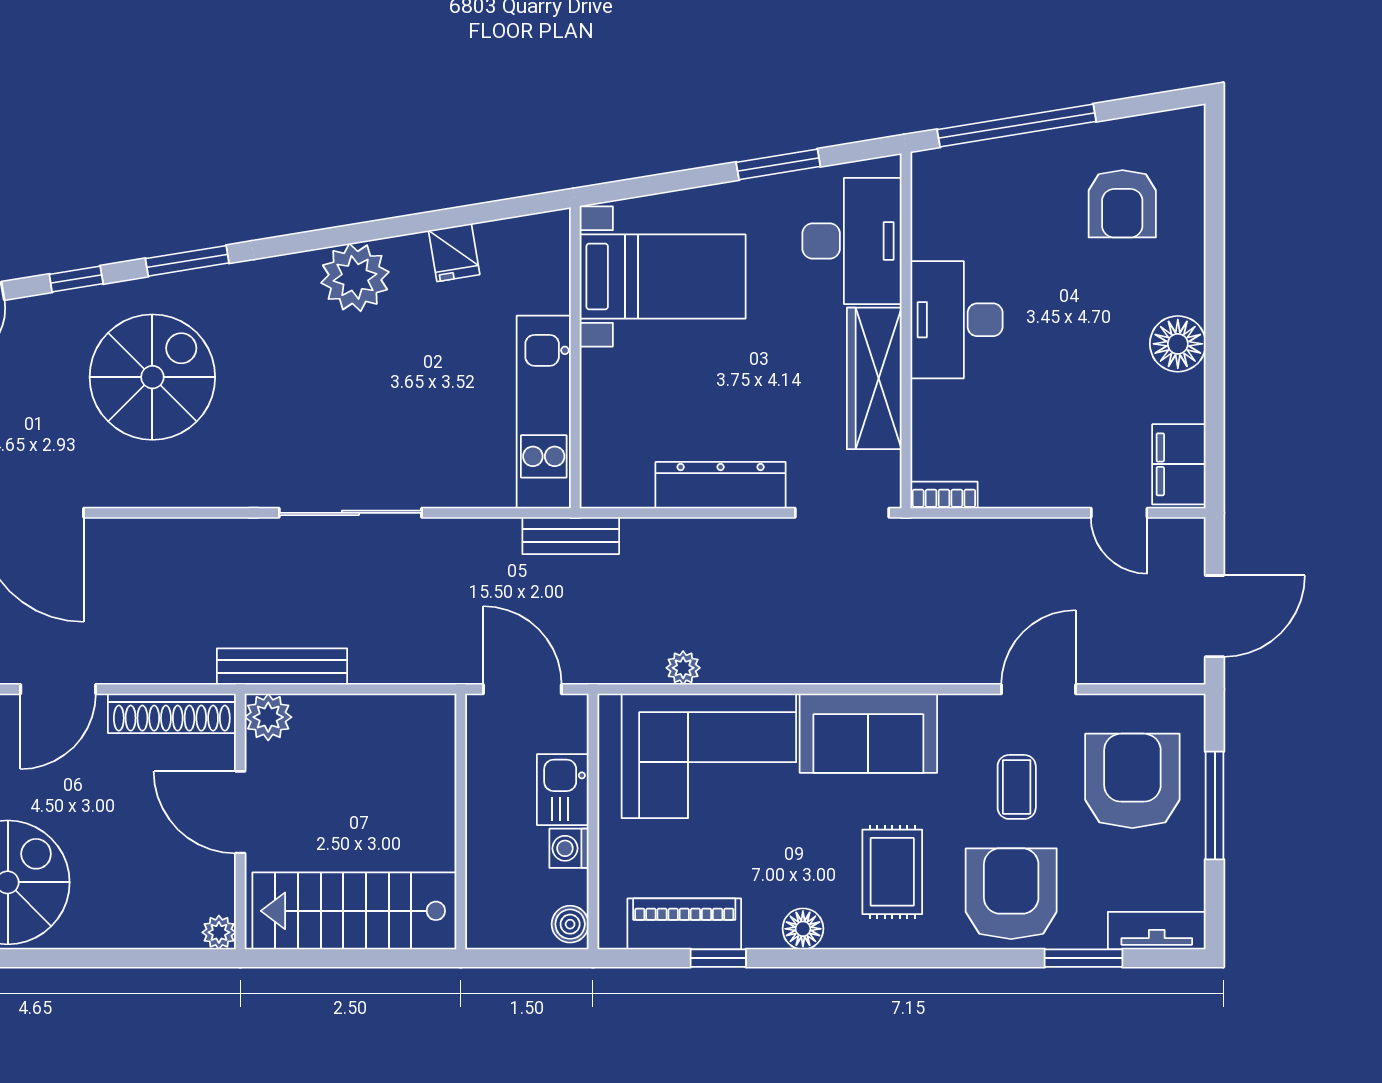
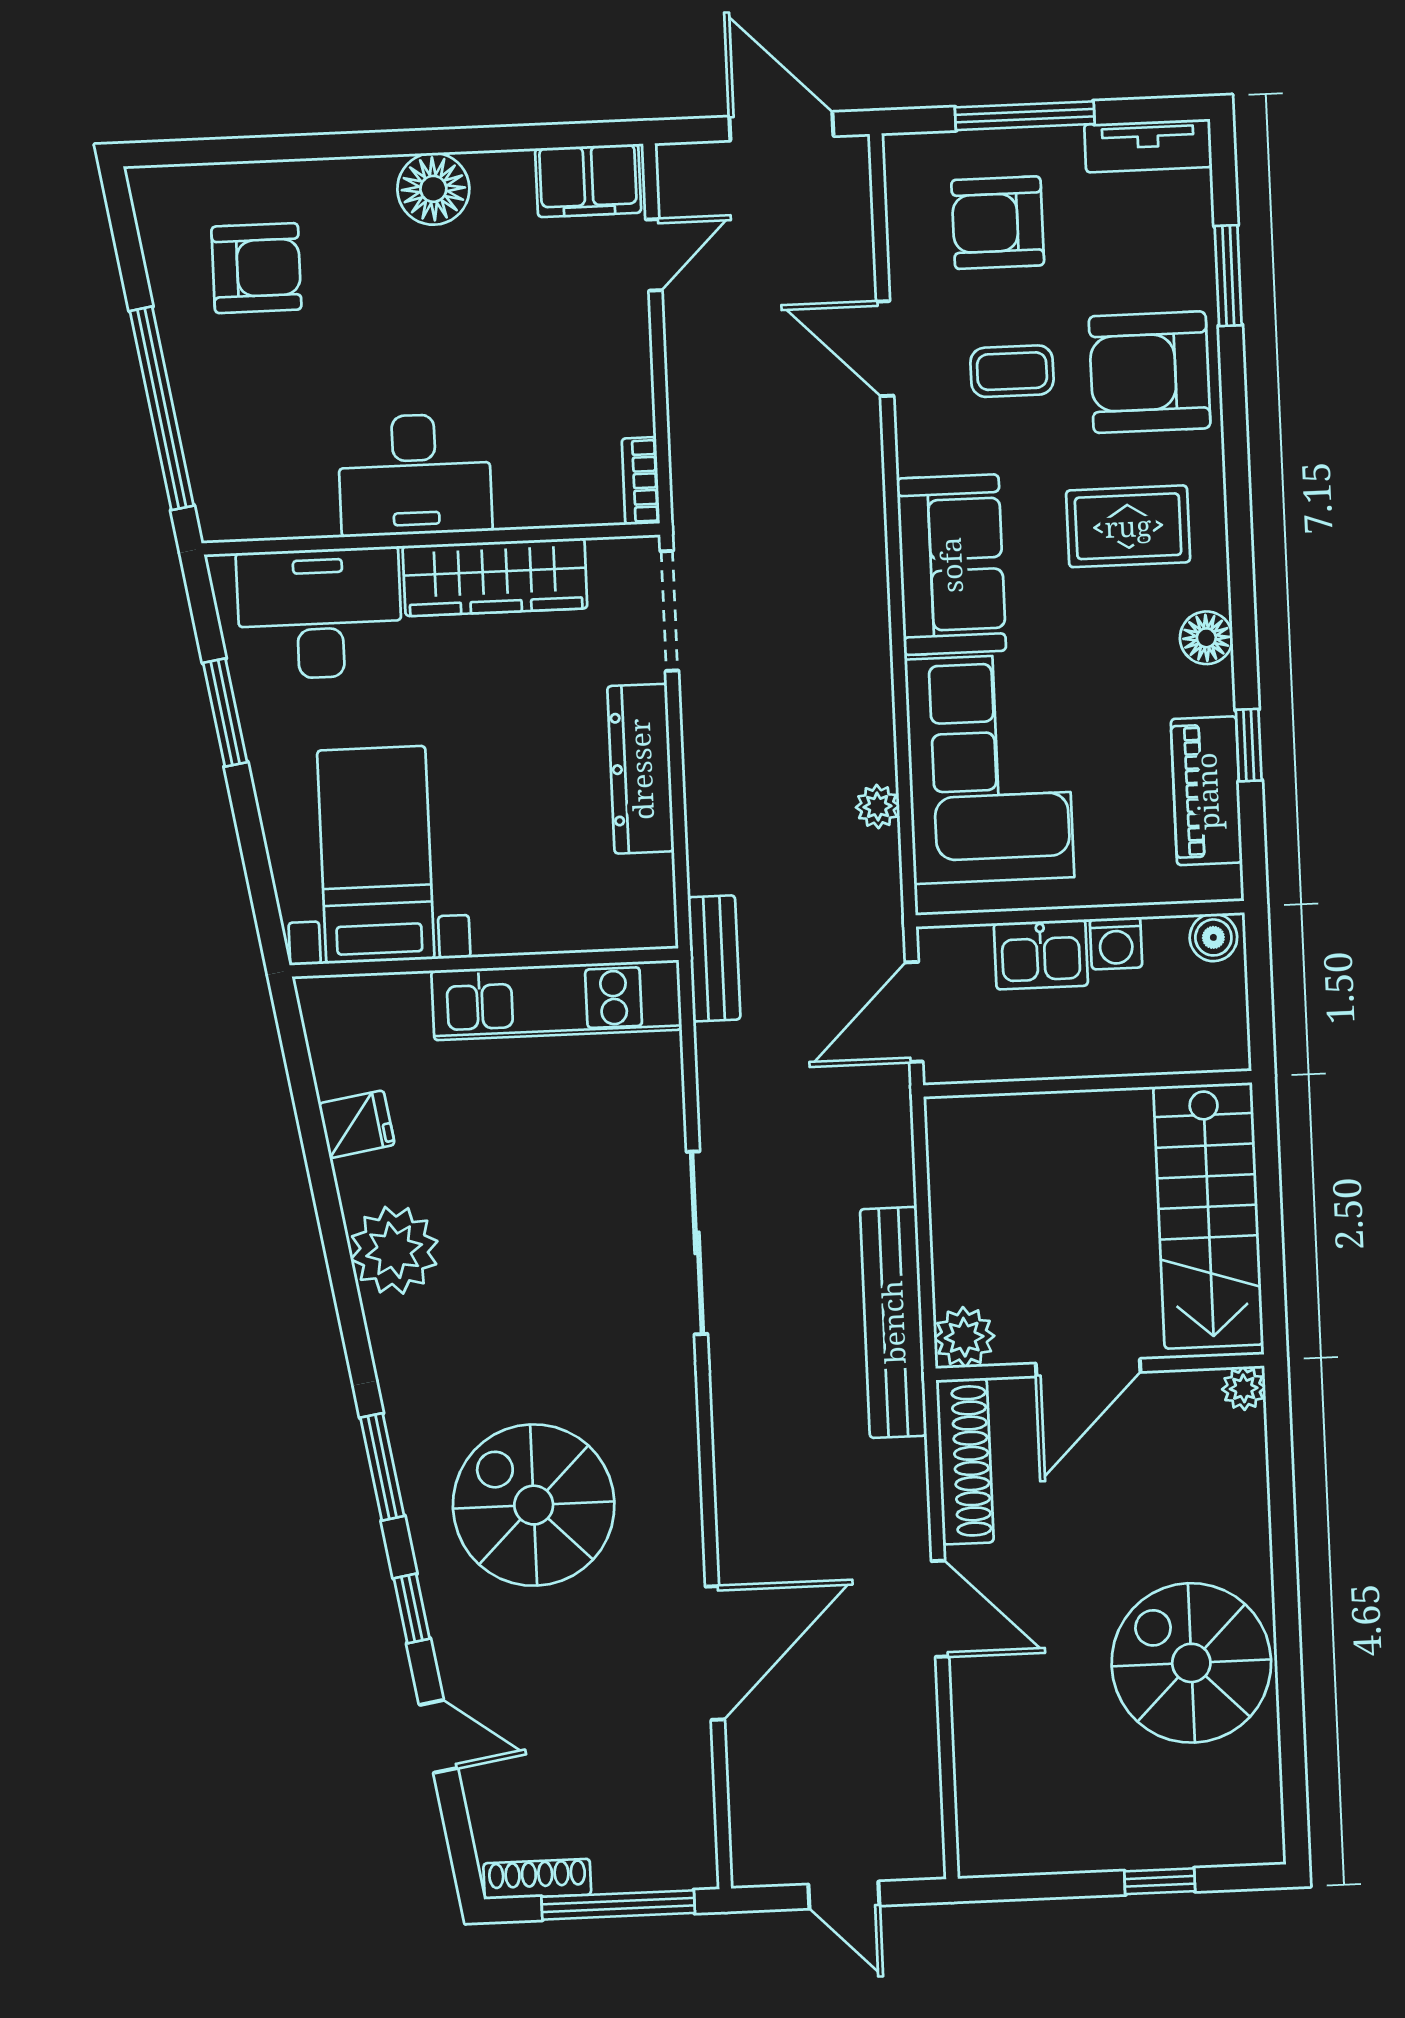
bench: (282, 666) -> (893, 1322), width x1.37, depth x1.21
armchair: (1132, 781) -> (998, 223), width x0.73, depth x0.73
tv unit: (1157, 931) -> (1148, 146), moved, turned -90

